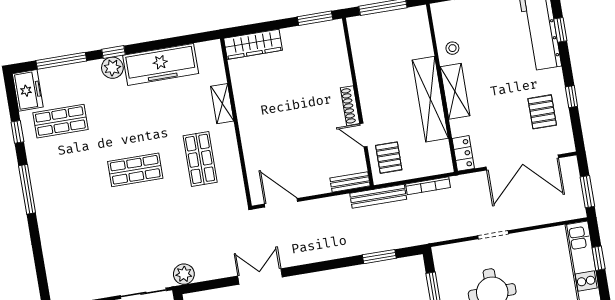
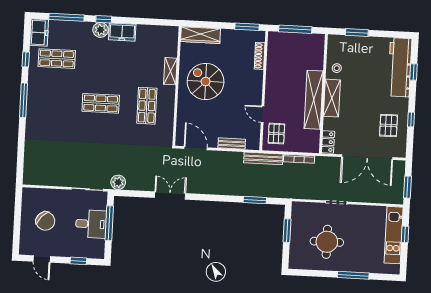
freezer: (161, 64) -> (122, 32), width x0.52, depth x0.79
shoe rack: (350, 106) -> (260, 56), moved
spiral stairs: (274, 107) -> (206, 82), added
bench: (350, 182) -> (232, 144), moved

